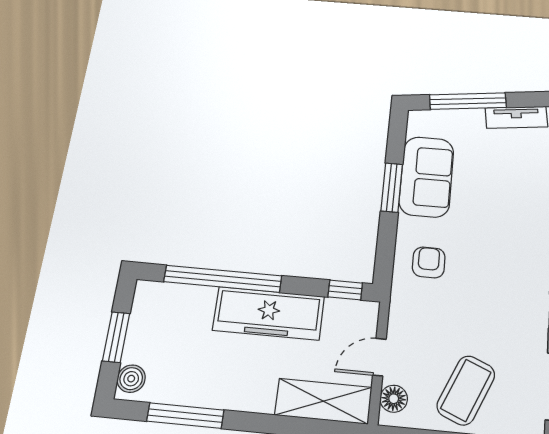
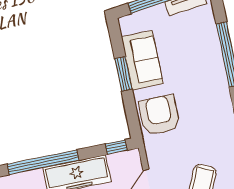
armchair: (429, 262) -> (159, 115), width x1.88, depth x1.88

